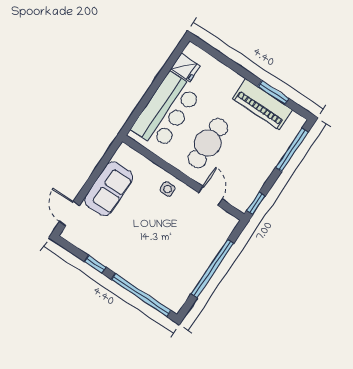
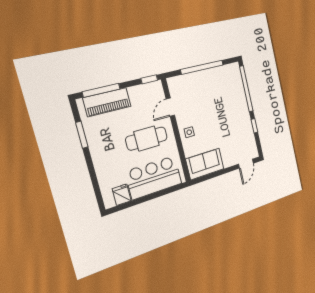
piano: (262, 104) -> (107, 102), moved, turned 90
sofa: (109, 189) -> (205, 164), moved

